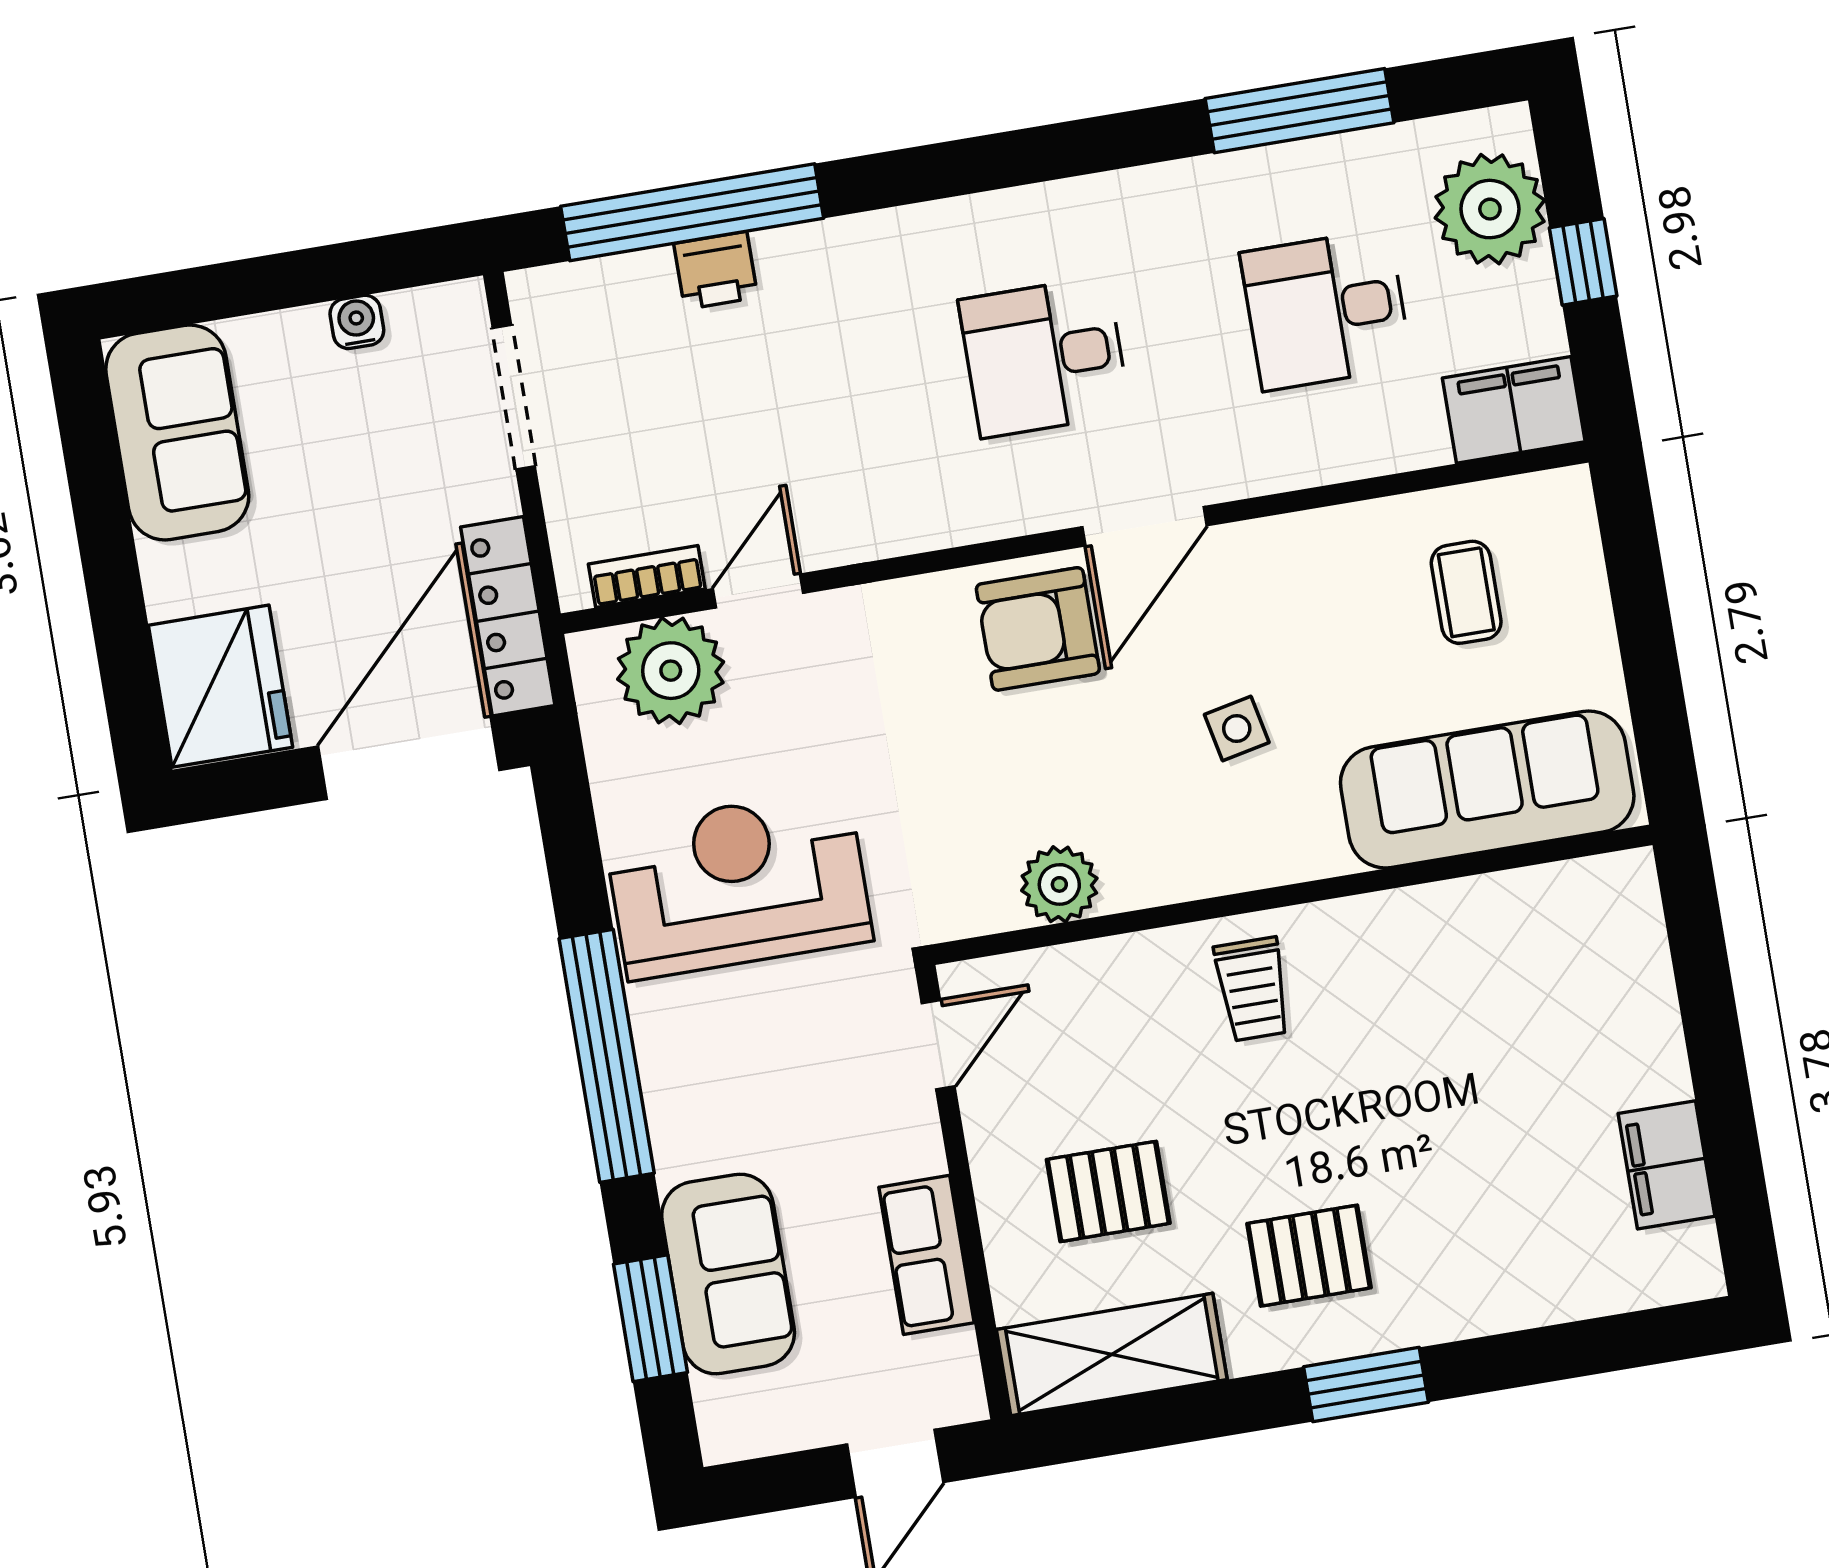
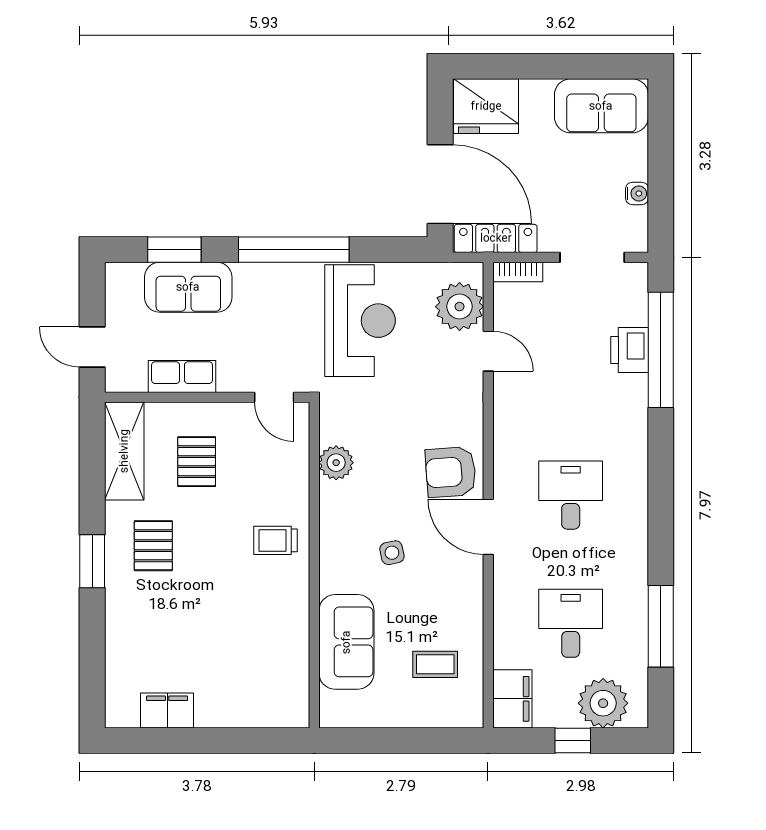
printer: (716, 270) -> (630, 350), width x1.36, depth x1.24
bookcase: (647, 577) -> (518, 272), moved, turned 90
armchair: (1038, 629) -> (451, 472), turned -94
sofa: (1487, 790) -> (346, 642), width x0.73

